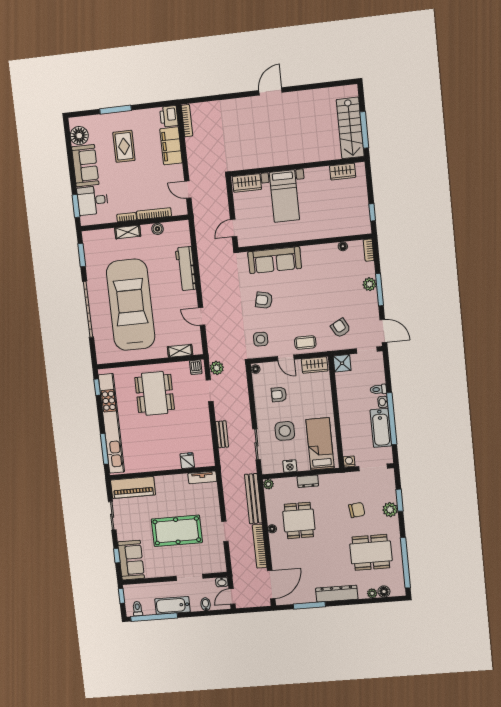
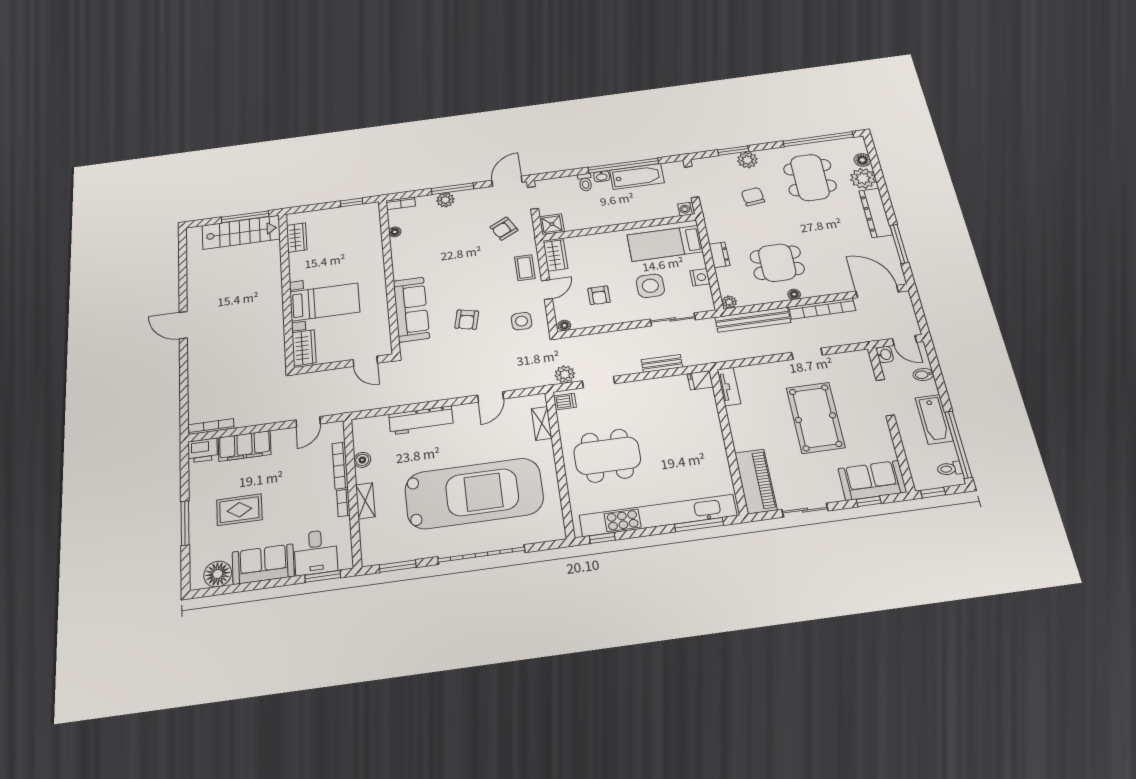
car: (131, 305) -> (474, 493), turned 180
fridge: (187, 461) -> (700, 380), moved
plant: (372, 593) -> (863, 178), width x1.87, depth x1.87

